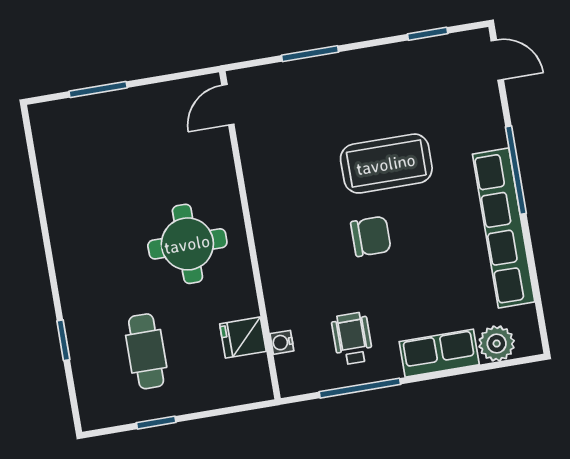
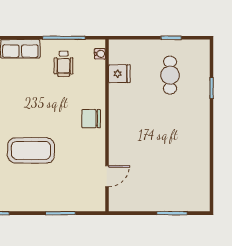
door: (228, 105) -> (107, 176), moved
chair: (371, 236) -> (91, 119), moved
round table: (187, 244) -> (140, 126), removed
water cooler: (282, 342) -> (100, 54), moved

